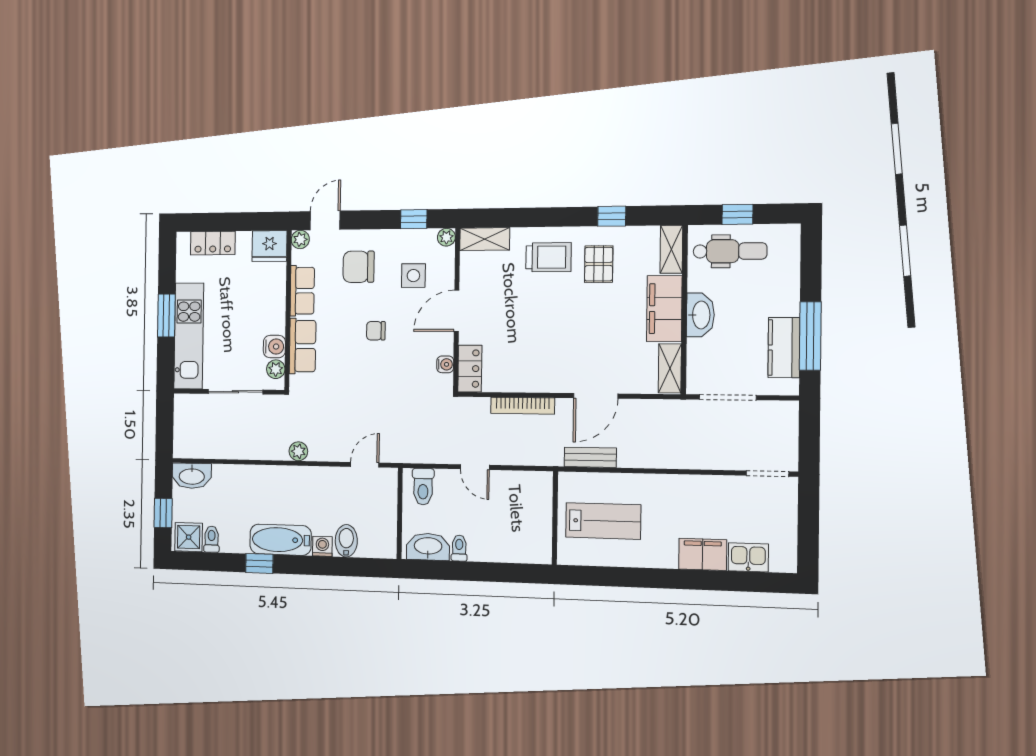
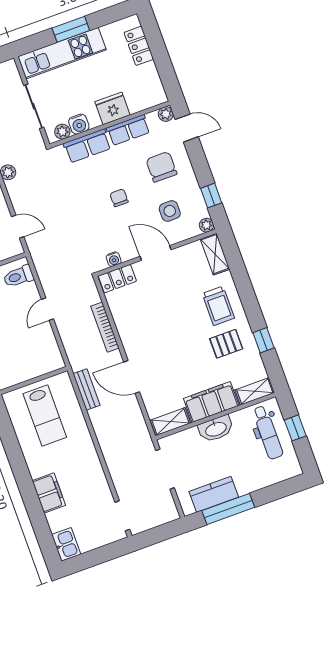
fridge: (269, 246) -> (112, 108), moved, turned 90
kitchen sink: (748, 557) -> (66, 544), moved

